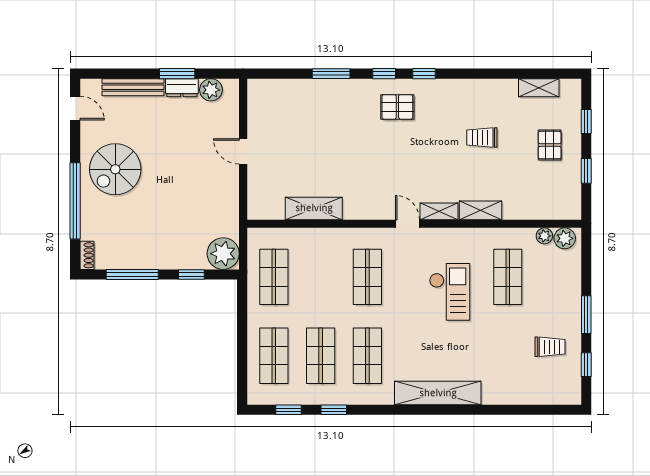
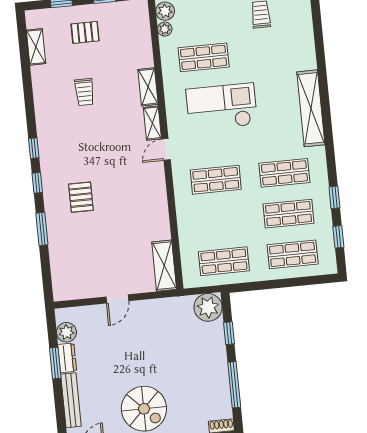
pallet: (397, 107) -> (81, 197), moved
shelving: (314, 208) -> (164, 266), moved
checkout: (450, 292) -> (222, 107), width x1.36, depth x1.21

